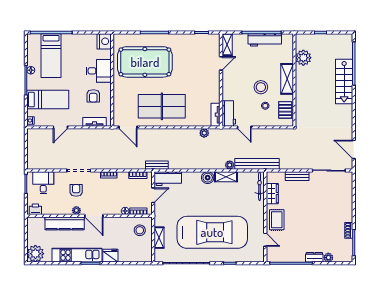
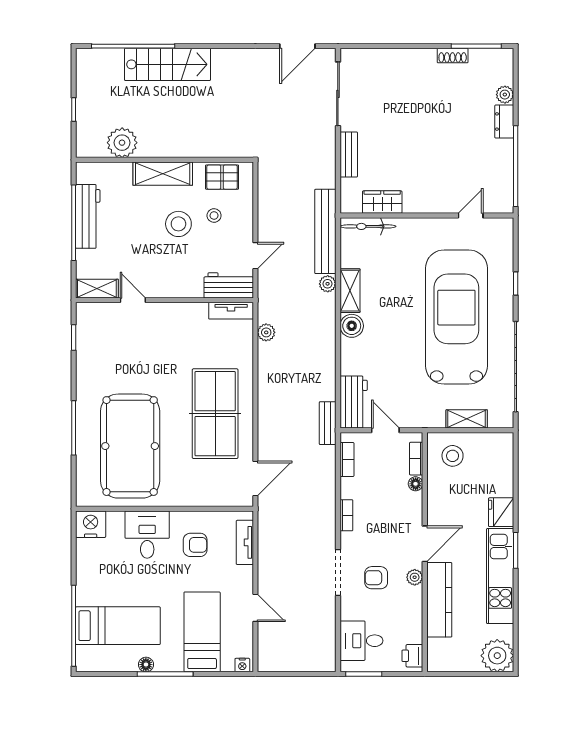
rug: (277, 220) -> (432, 194), removed

